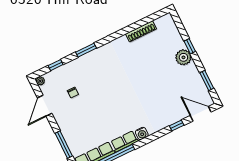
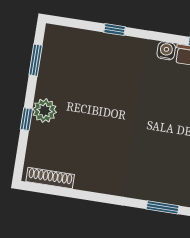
shoe rack: (141, 31) -> (50, 178), moved
door: (201, 114) -> (73, 23), removed

